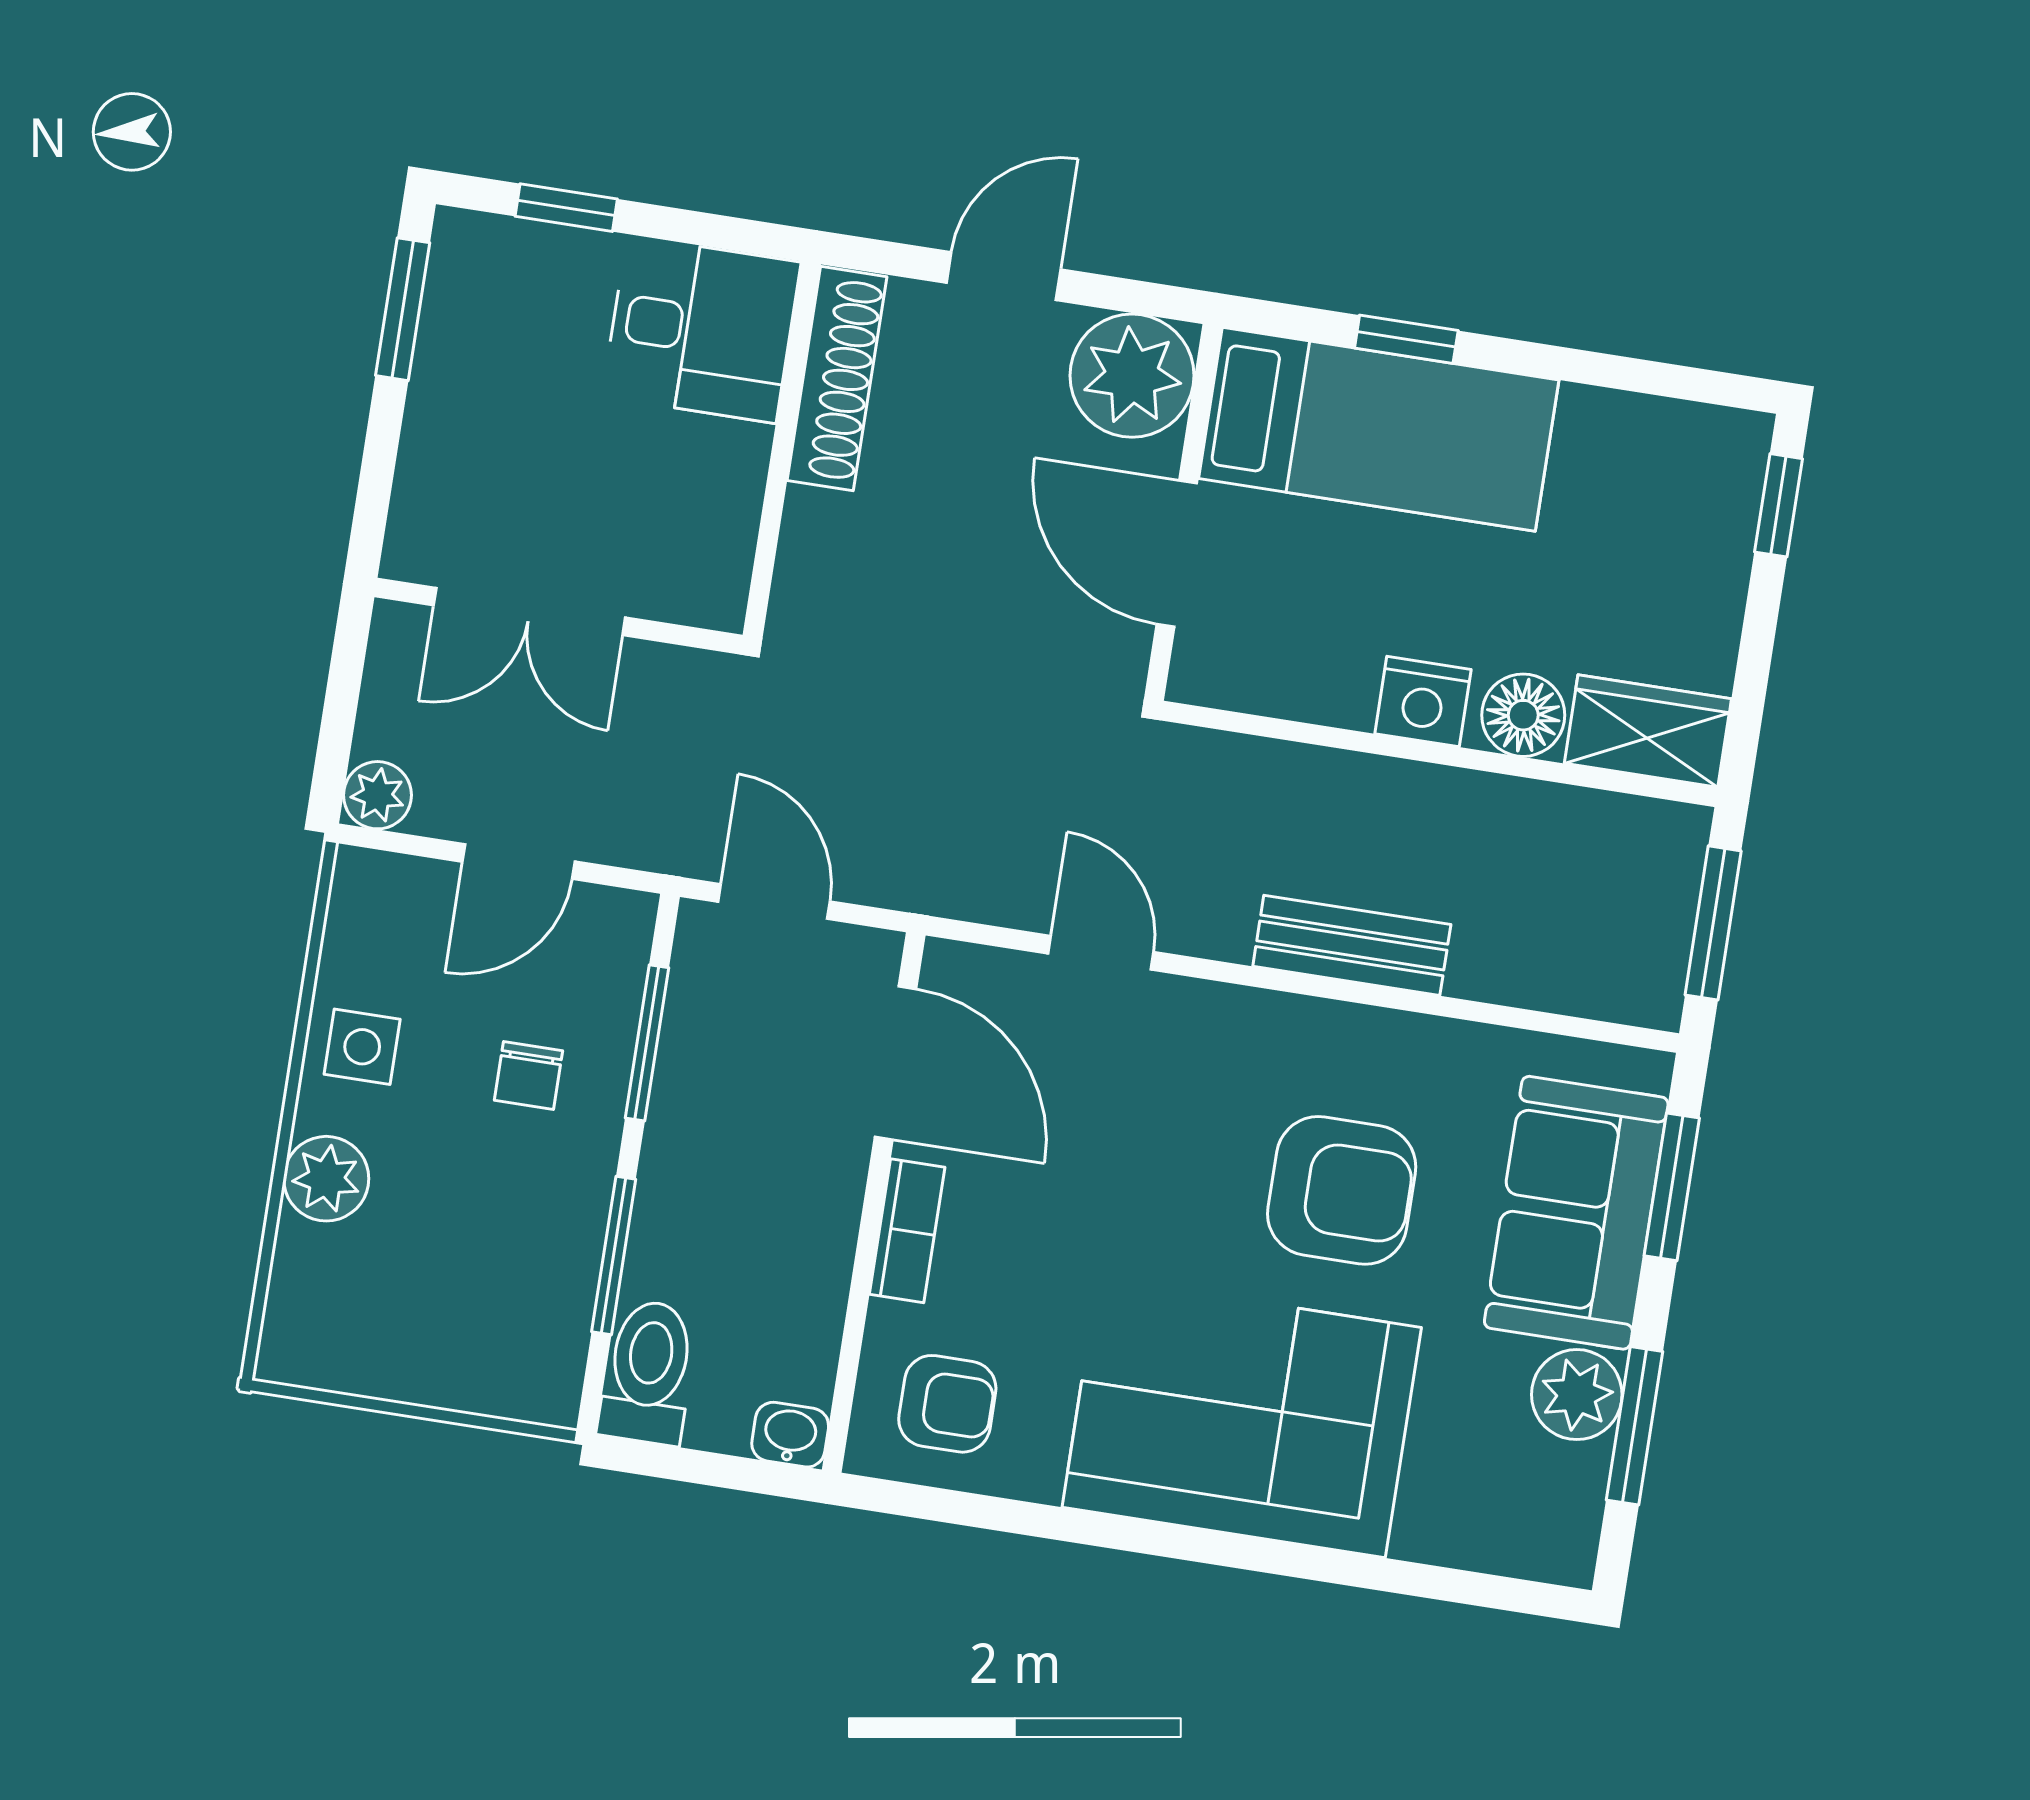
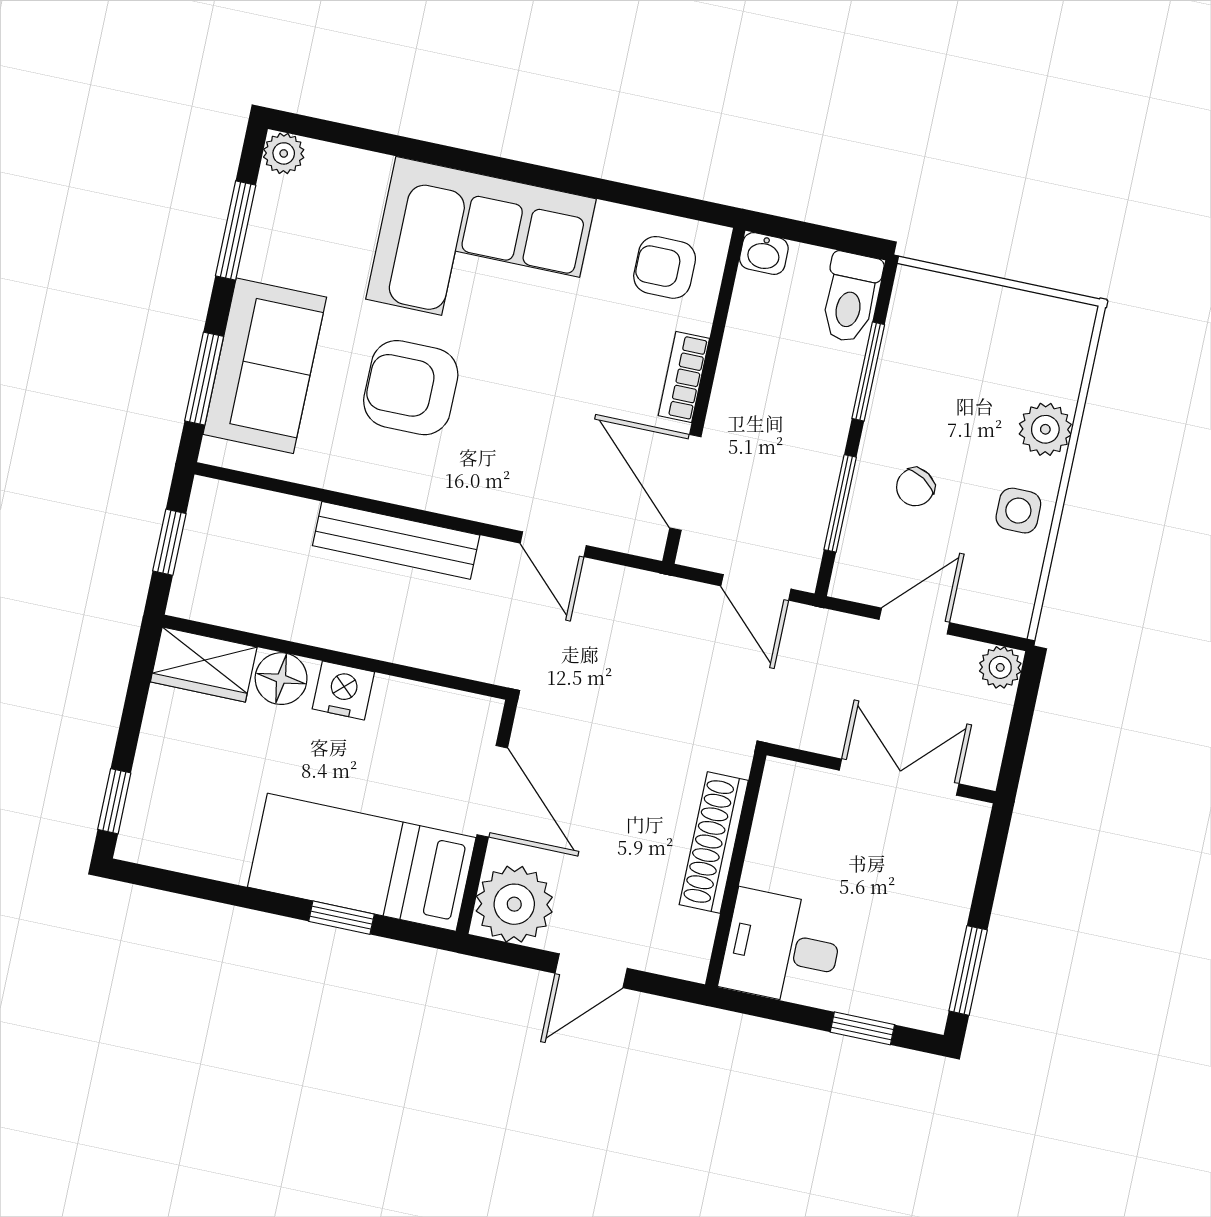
shoe rack: (837, 379) -> (714, 843), moved
window: (1713, 923) -> (169, 542), width x0.67
bench: (1352, 945) -> (396, 540), width x1.36
chair: (529, 1075) -> (915, 487), turned -148
plant: (1577, 1395) -> (284, 153), moved, width x0.73, depth x0.73

